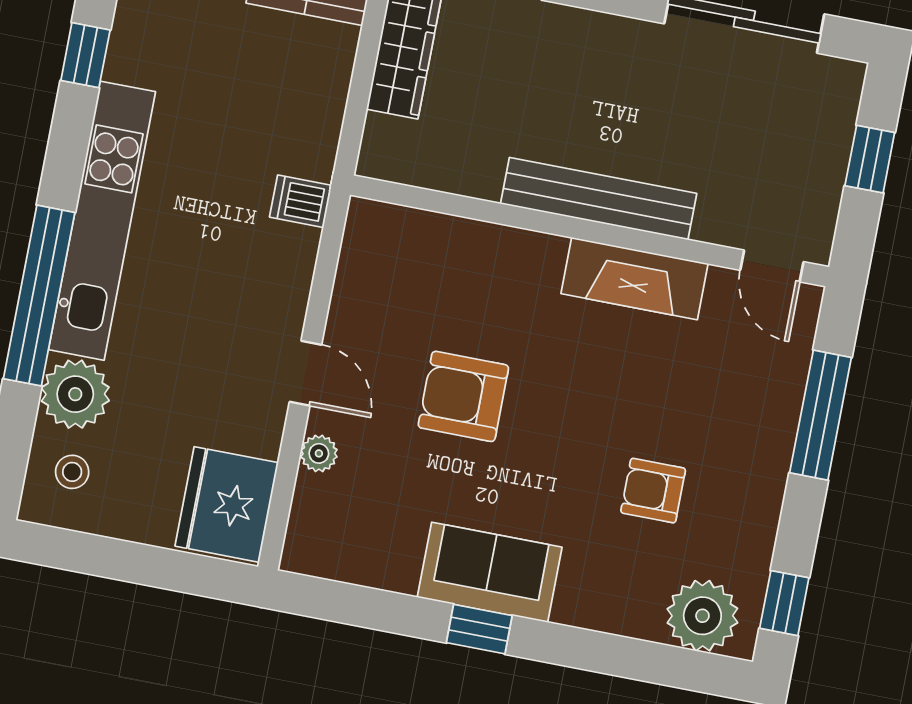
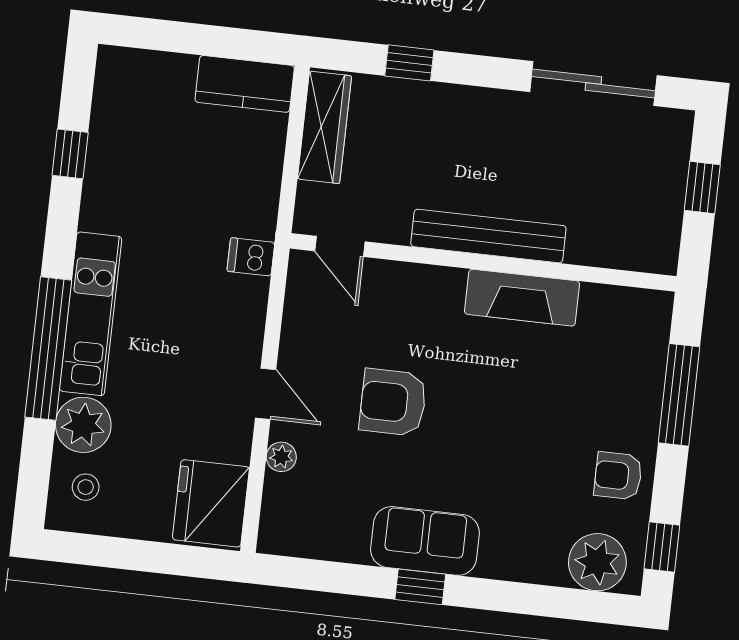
kitchen unit: (102, 221) -> (91, 314), width x0.73
door: (772, 266) -> (340, 246), moved
armchair: (653, 491) -> (618, 476), moved

